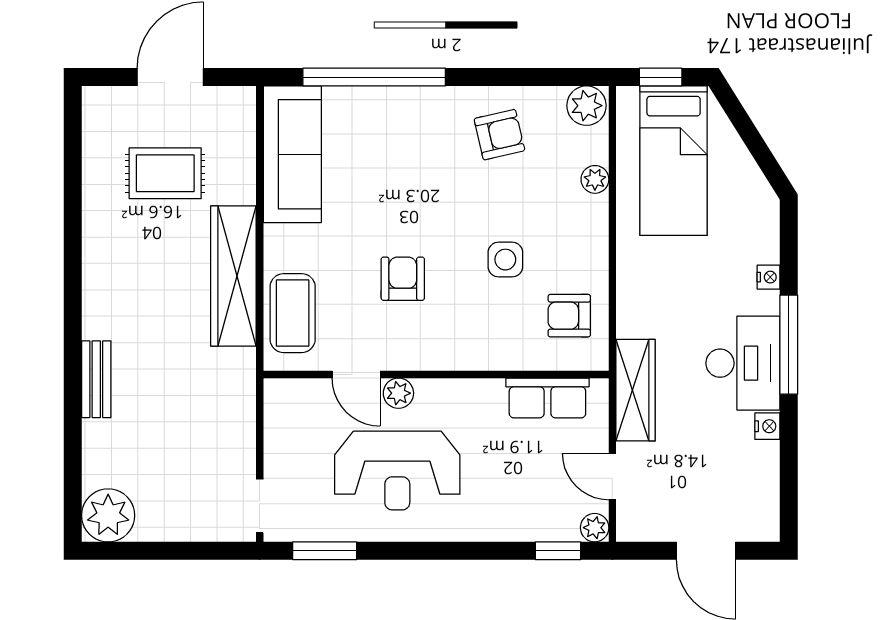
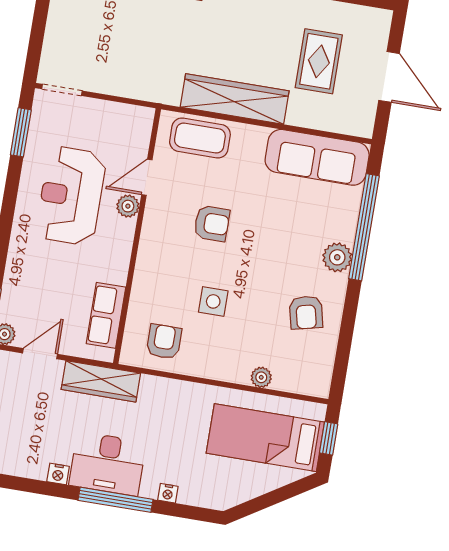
plant: (586, 106) -> (337, 257), moved

